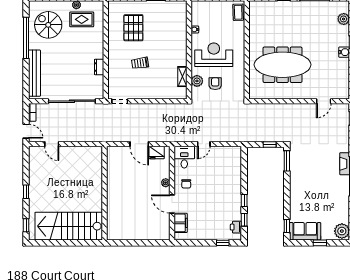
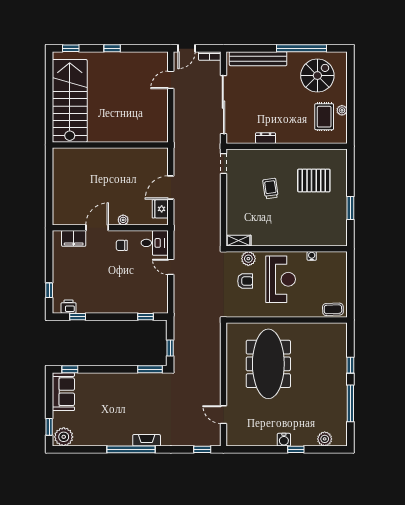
shelving: (182, 77) -> (238, 241), moved
window: (244, 200) -> (145, 317), moved
window: (320, 243) -> (49, 427), moved

